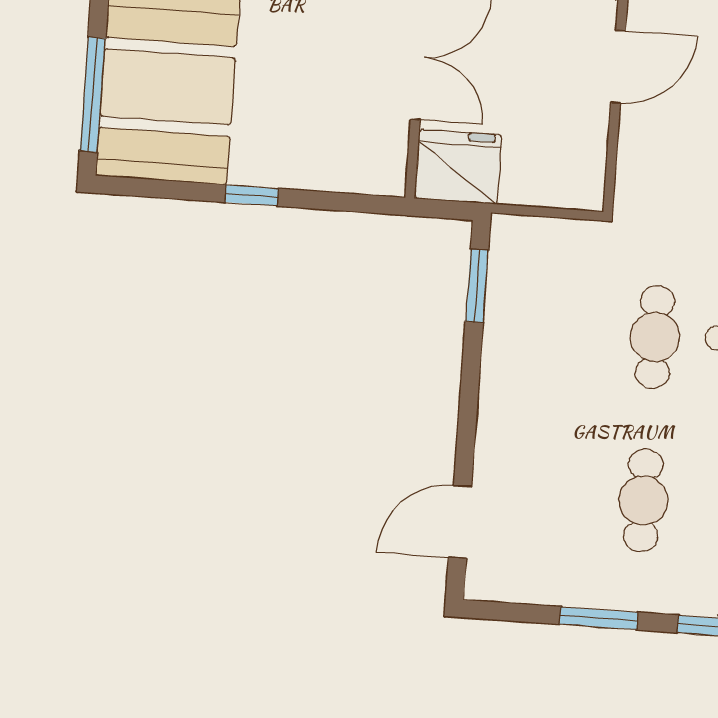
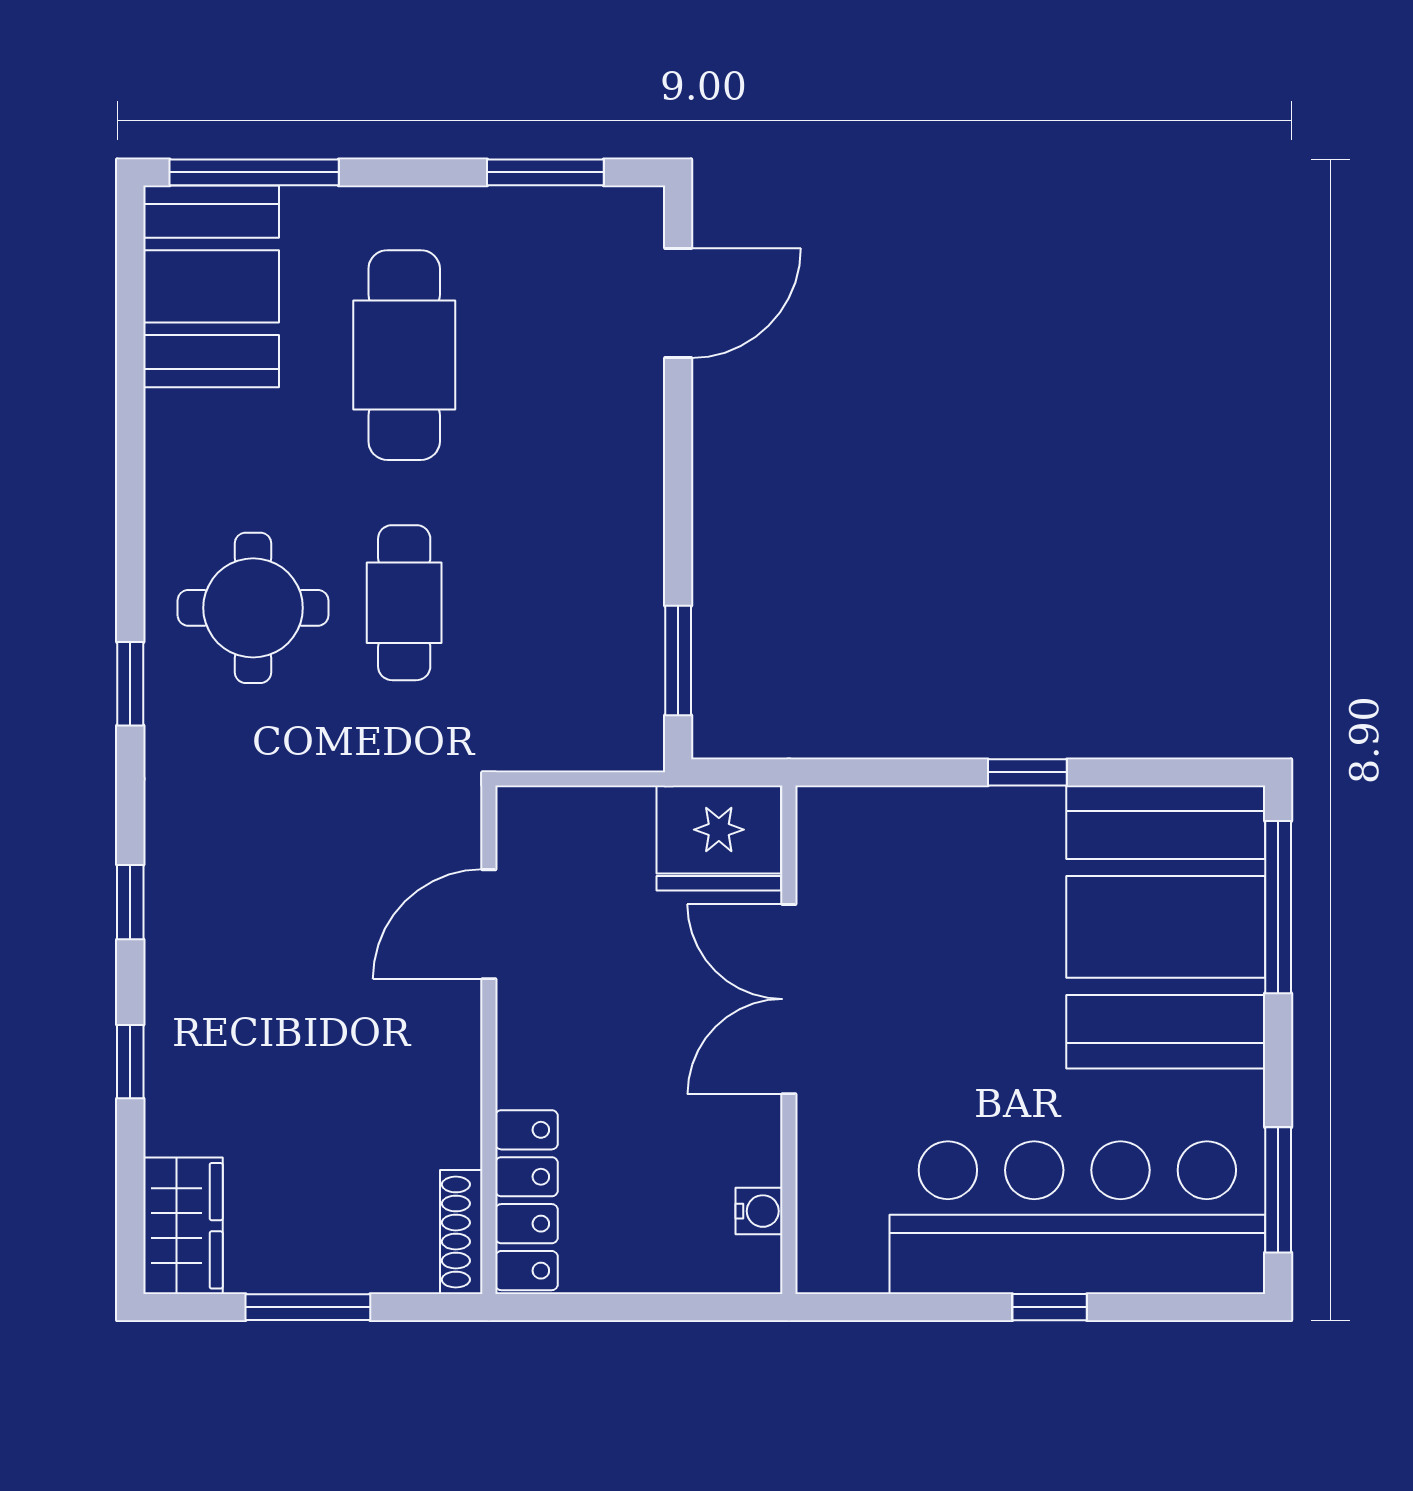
door: (618, 67) -> (489, 924), moved
cafe table: (643, 500) -> (404, 355), width x1.37, depth x1.35
window: (599, 618) -> (545, 172), moved

